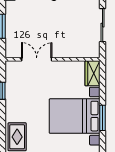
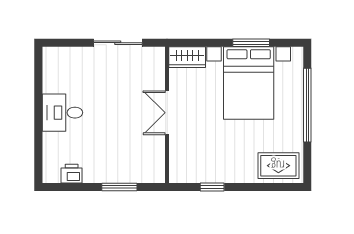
double door: (37, 59) -> (167, 113), moved

